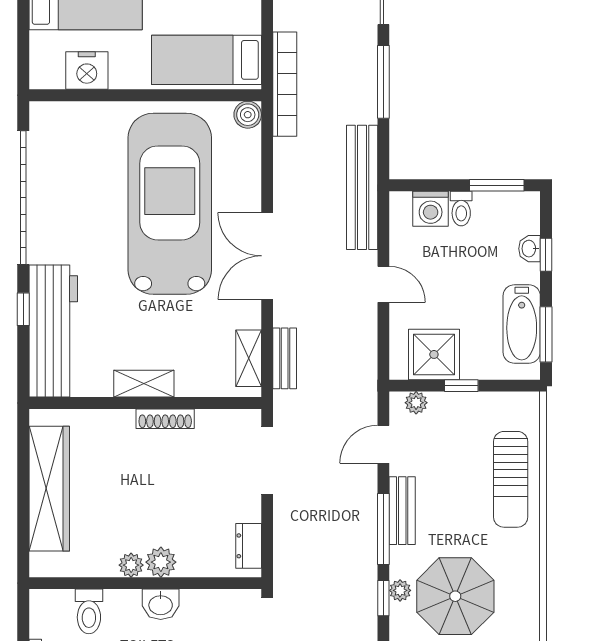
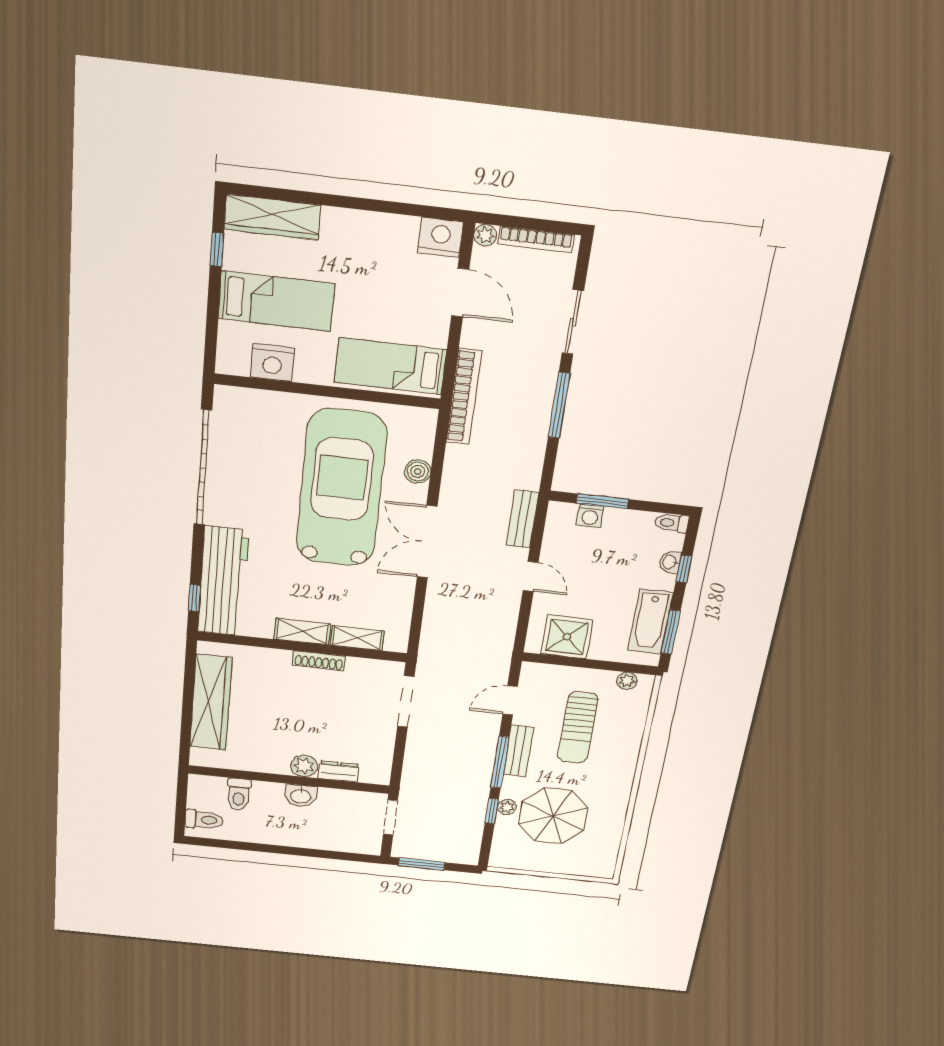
boiler: (248, 115) -> (418, 471), moved
window: (497, 185) -> (602, 501), moved
bench: (362, 187) -> (523, 519), width x0.54, depth x0.82
washing machine: (431, 209) -> (590, 516), width x0.73, depth x0.73
toilet: (461, 209) -> (672, 523), moved, turned 90
window: (23, 309) -> (194, 598), moved
shelving: (249, 358) -> (357, 638), moved, turned 90
bench: (285, 358) -> (432, 626), removed
window: (461, 386) -> (587, 663), removed
plant: (416, 403) -> (627, 681), moved
sun lounger: (511, 479) -> (578, 728), moved
dresser: (249, 546) -> (339, 771), moved, turned 90
plant: (131, 565) -> (278, 765), removed

